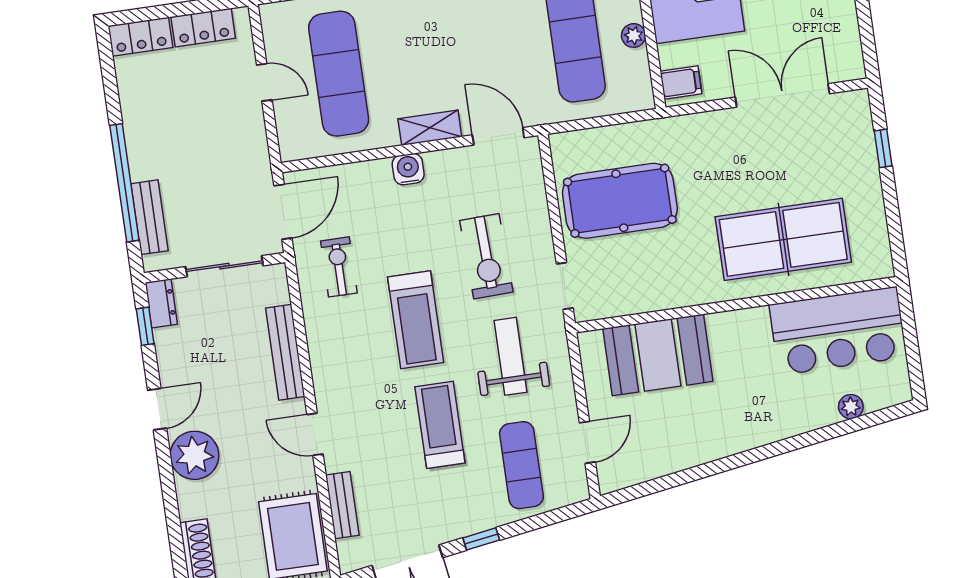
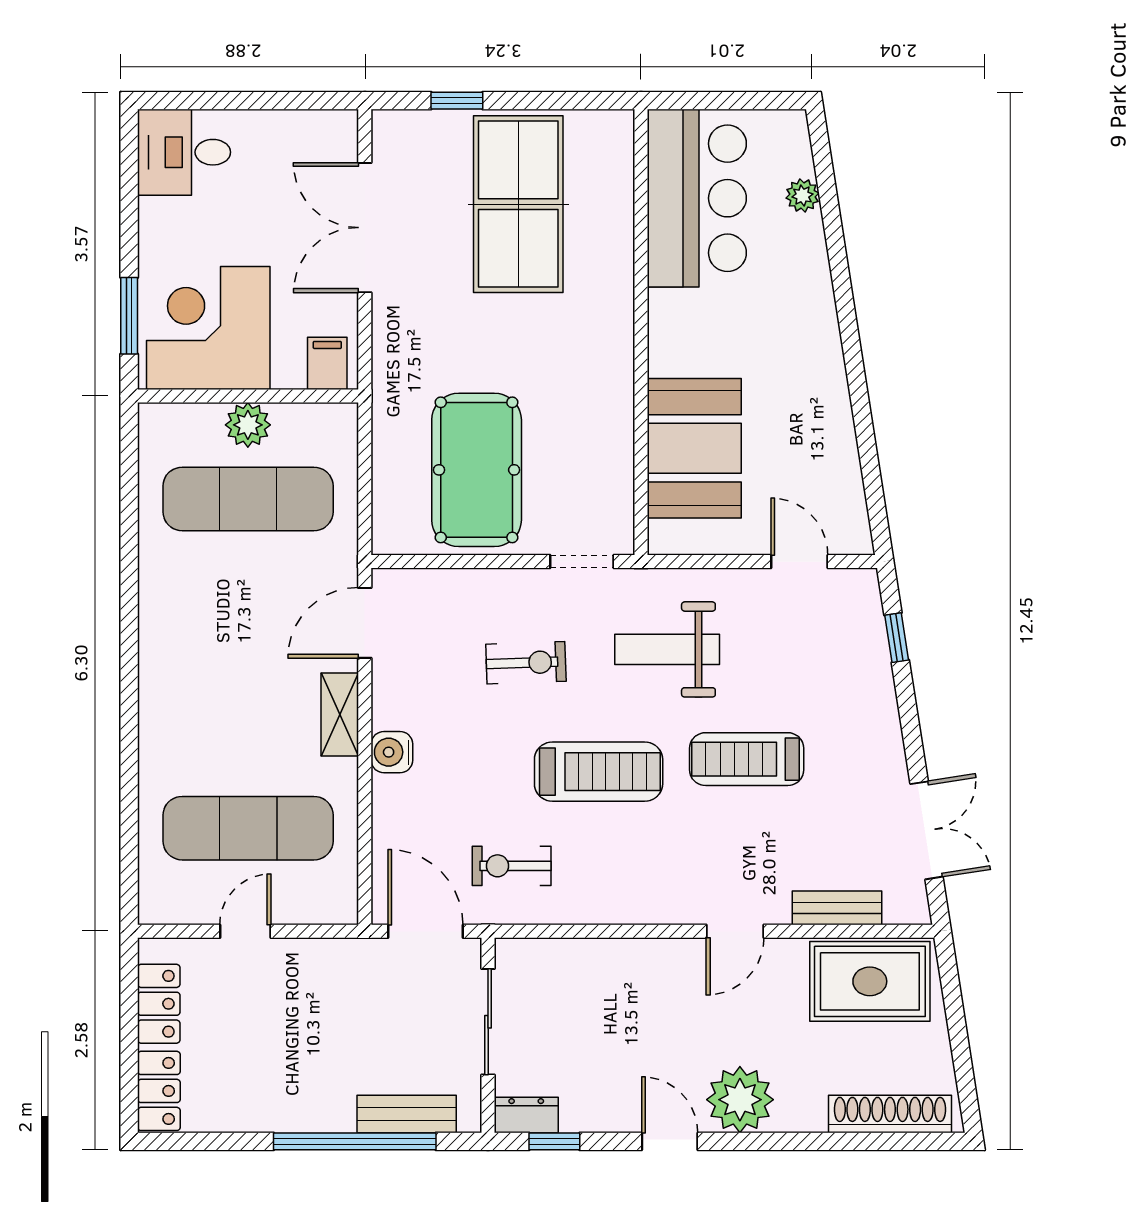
plant: (634, 35) -> (248, 425), width x1.38, depth x1.38
table tennis table: (783, 239) -> (518, 204), moved
exercise bike: (486, 256) -> (526, 663), width x0.73, depth x0.72
bench: (285, 352) -> (617, 956), removed
exercise mat: (521, 465) -> (818, 656), removed
window: (481, 539) -> (897, 638), moved

